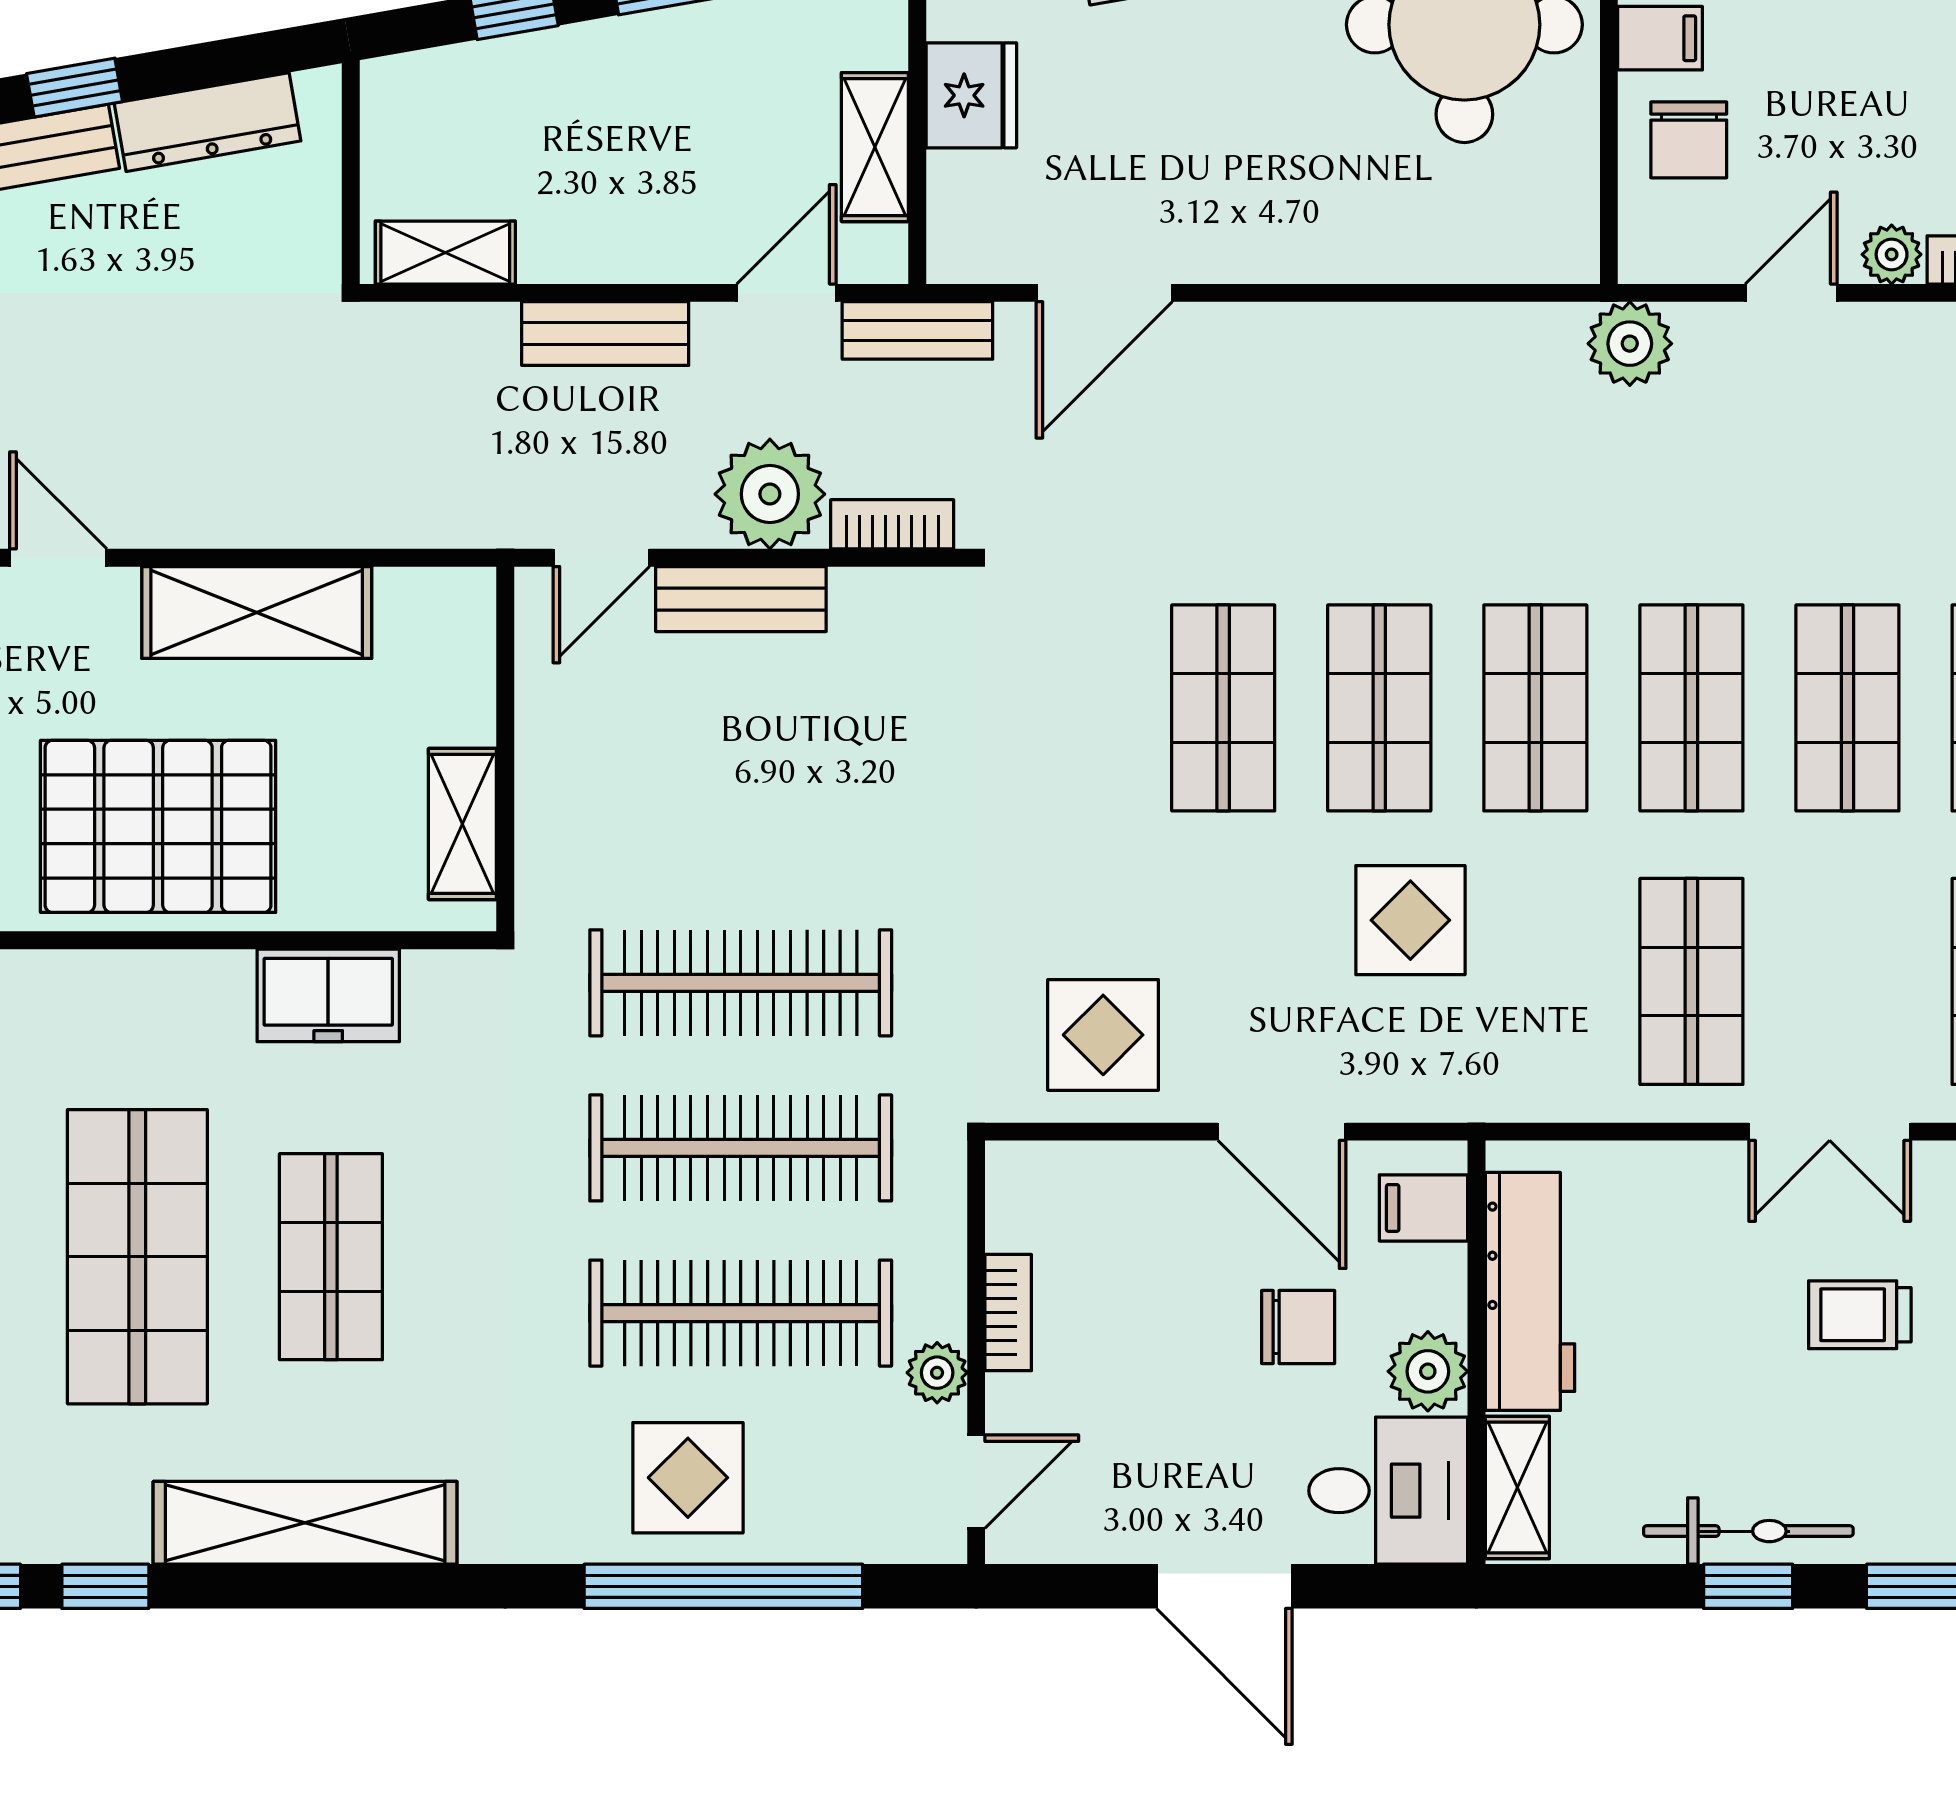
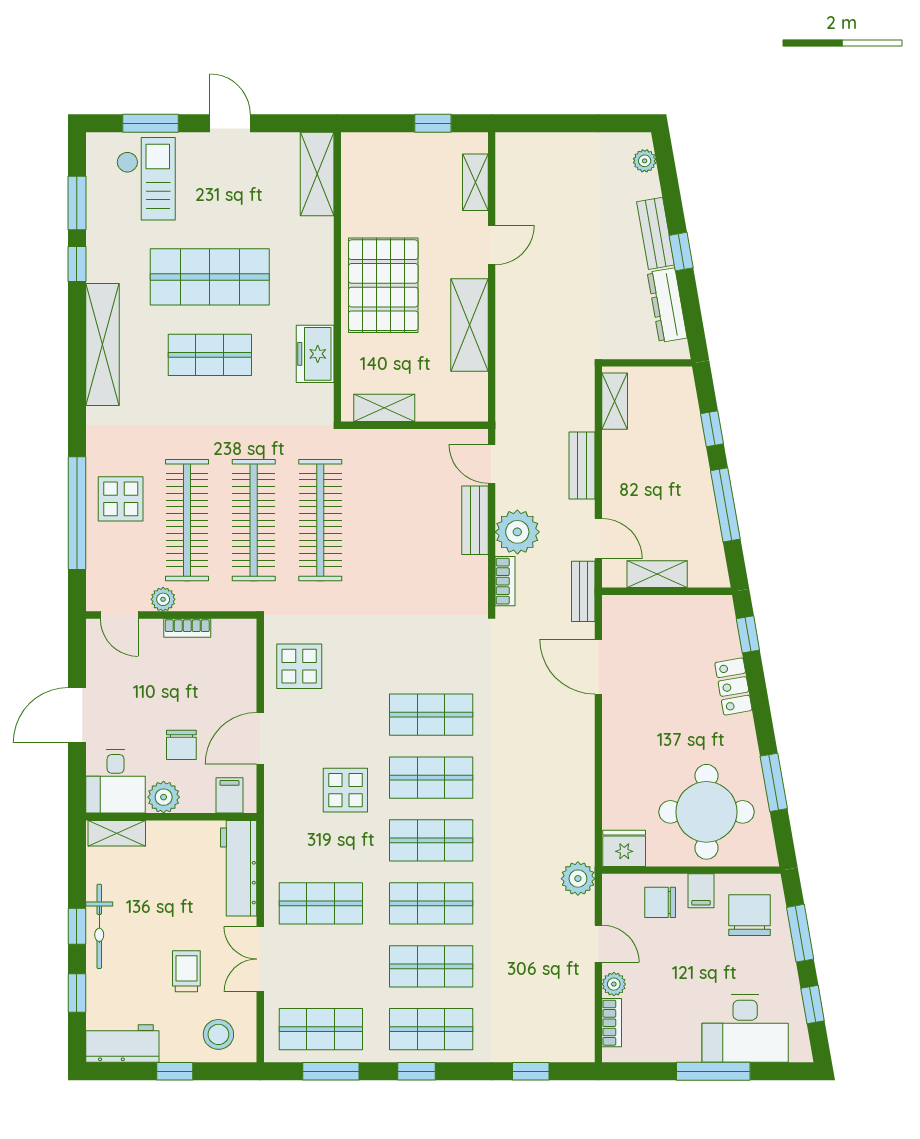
fridge: (971, 95) -> (624, 848), moved, turned 180
workbench: (1530, 1291) -> (239, 868), moved, turned 90

